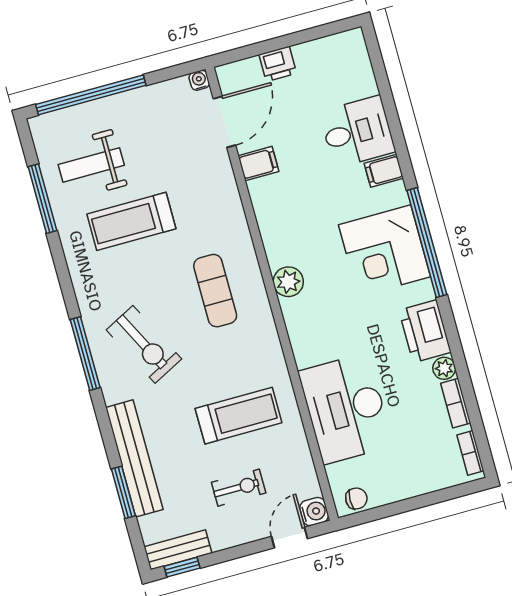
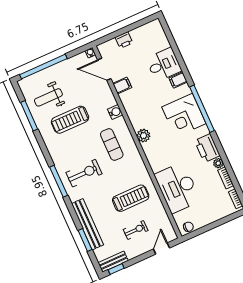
door: (224, 122) -> (104, 69), swing flipped
exercise bike: (144, 344) -> (84, 173), turned -63
water cooler: (314, 512) -> (115, 112), moved

